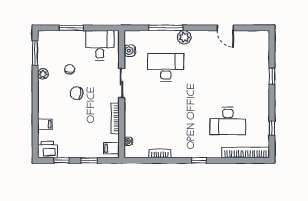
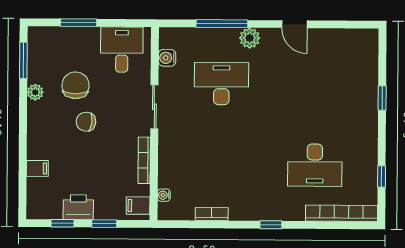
door: (225, 28) -> (294, 24), moved
chair: (70, 69) -> (76, 85), width x1.87, depth x1.87
printer: (47, 150) -> (78, 207), moved

